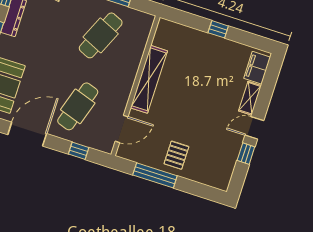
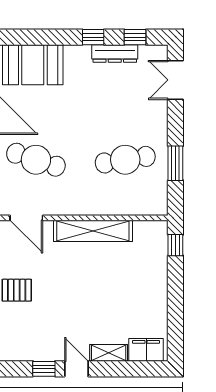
window: (218, 29) -> (175, 245), moved
cafe table: (101, 35) -> (125, 160), turned -33

